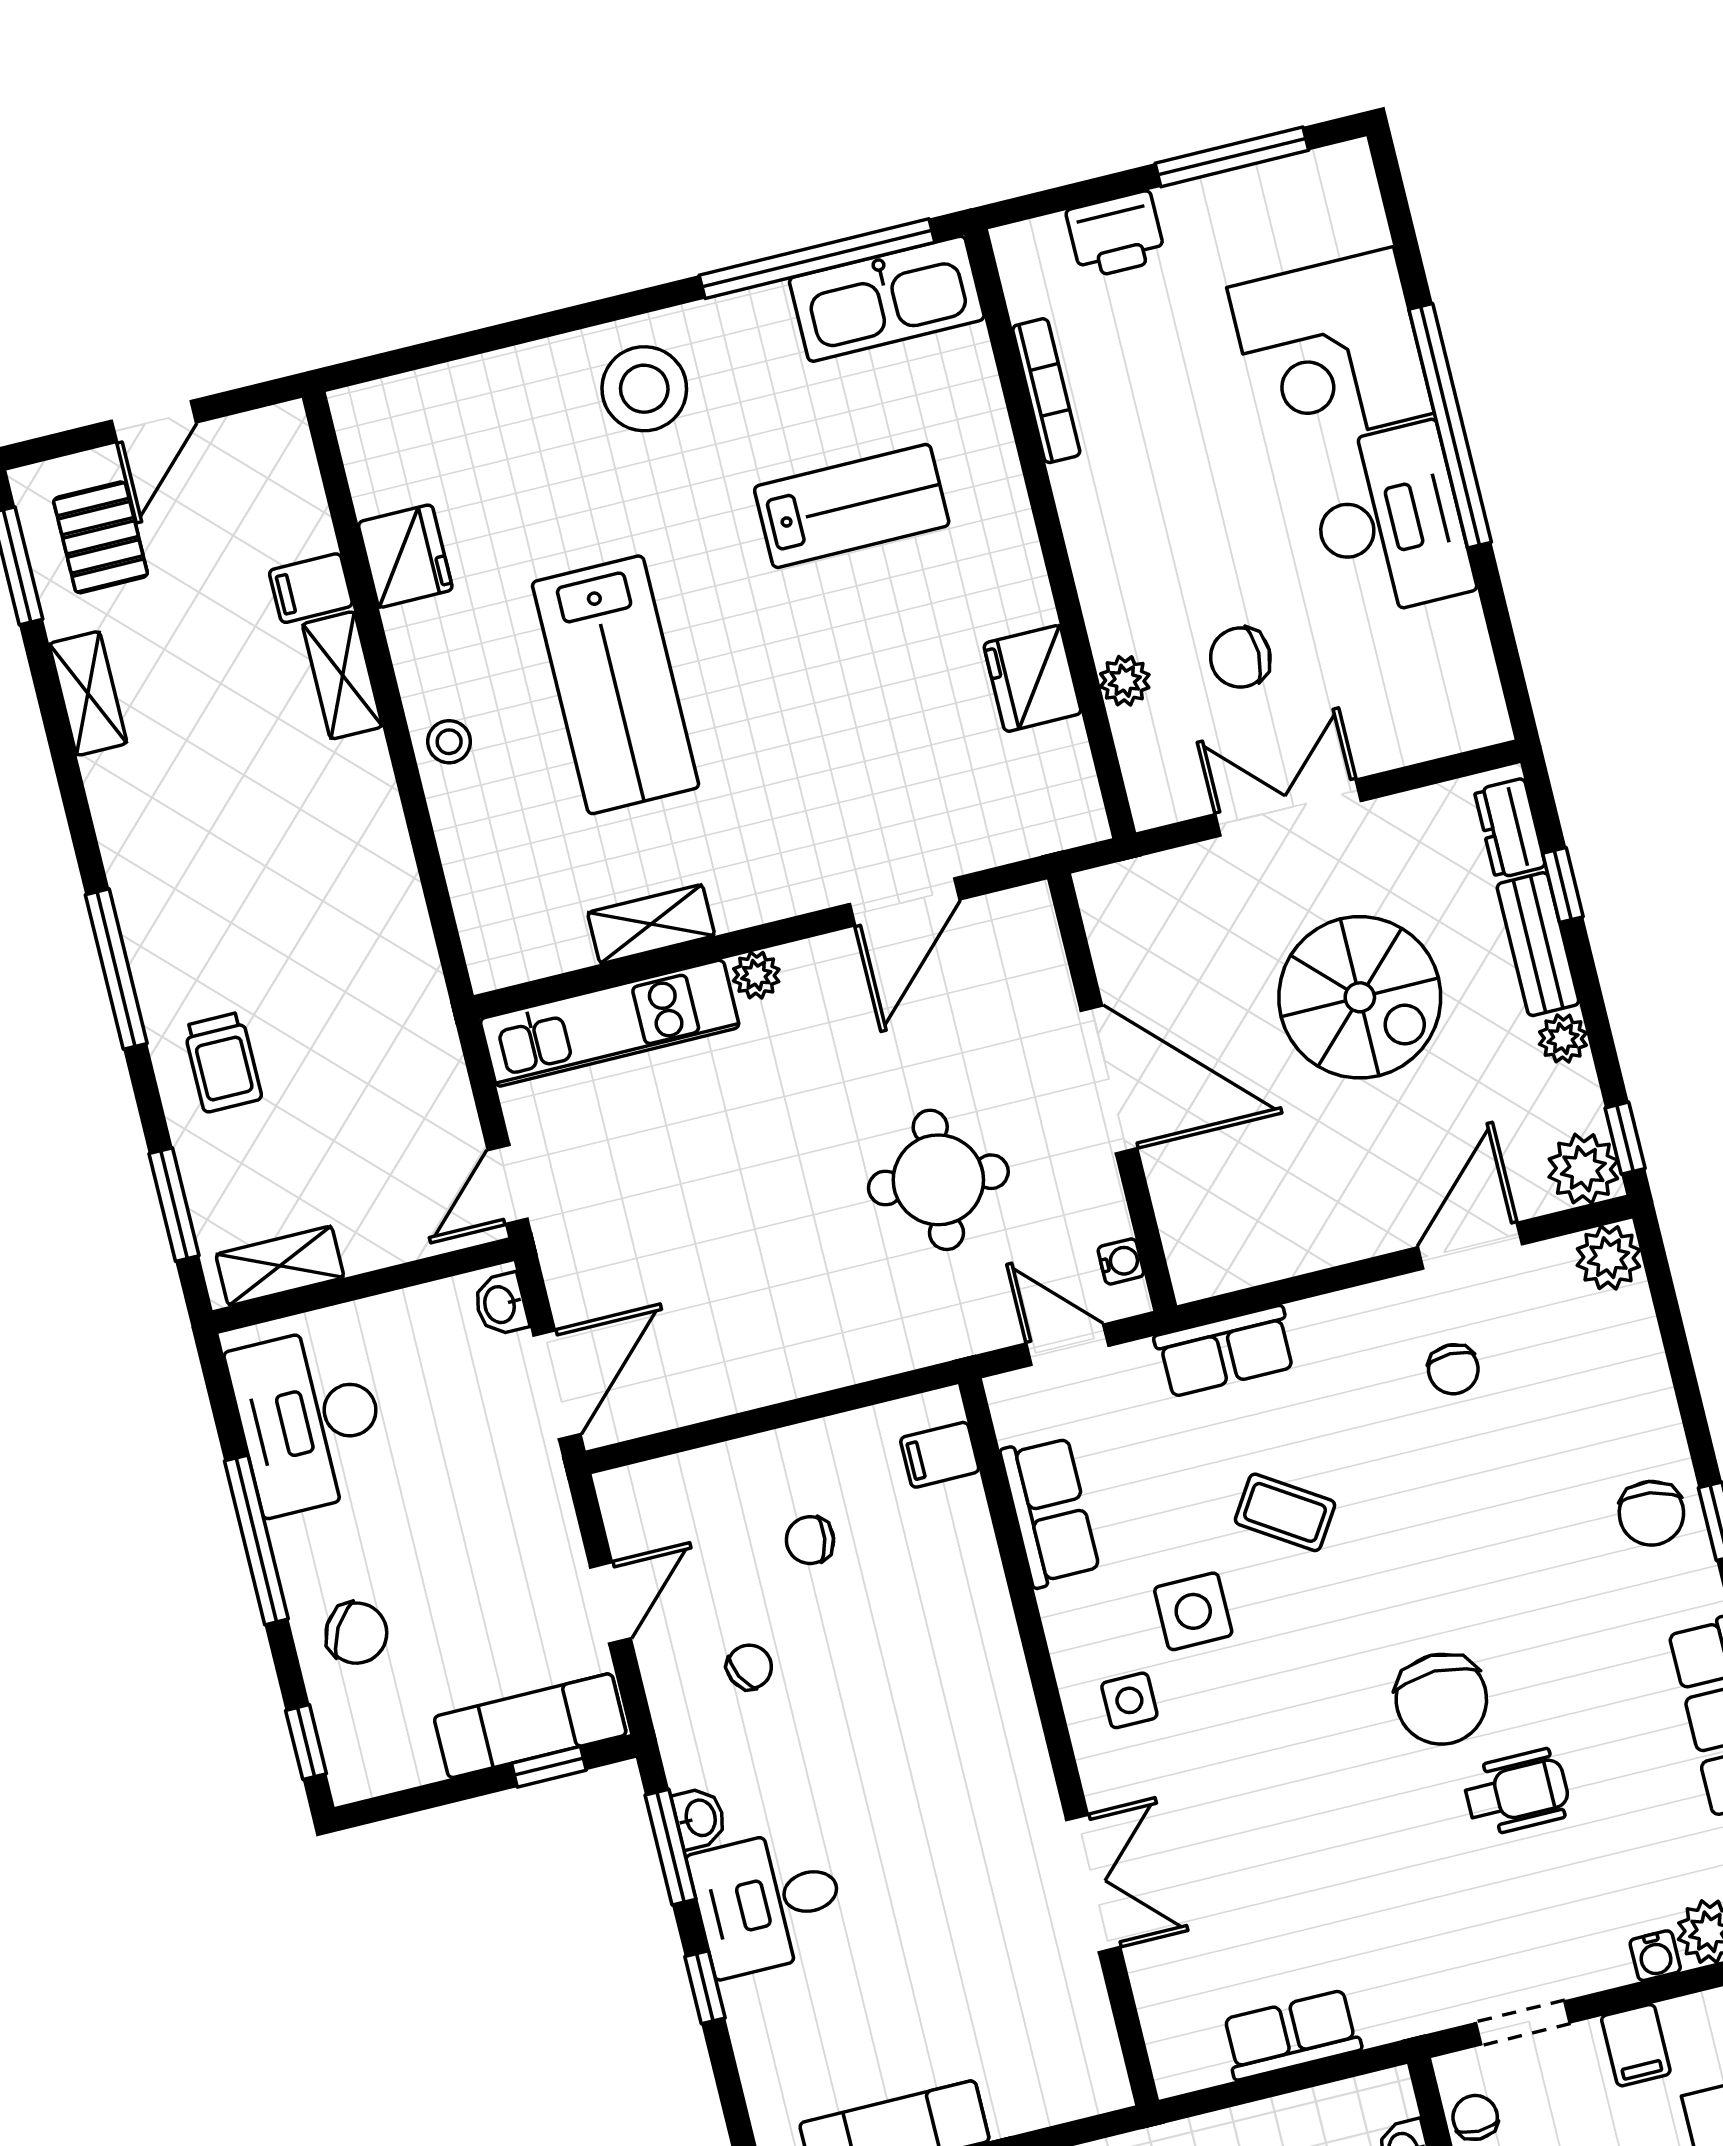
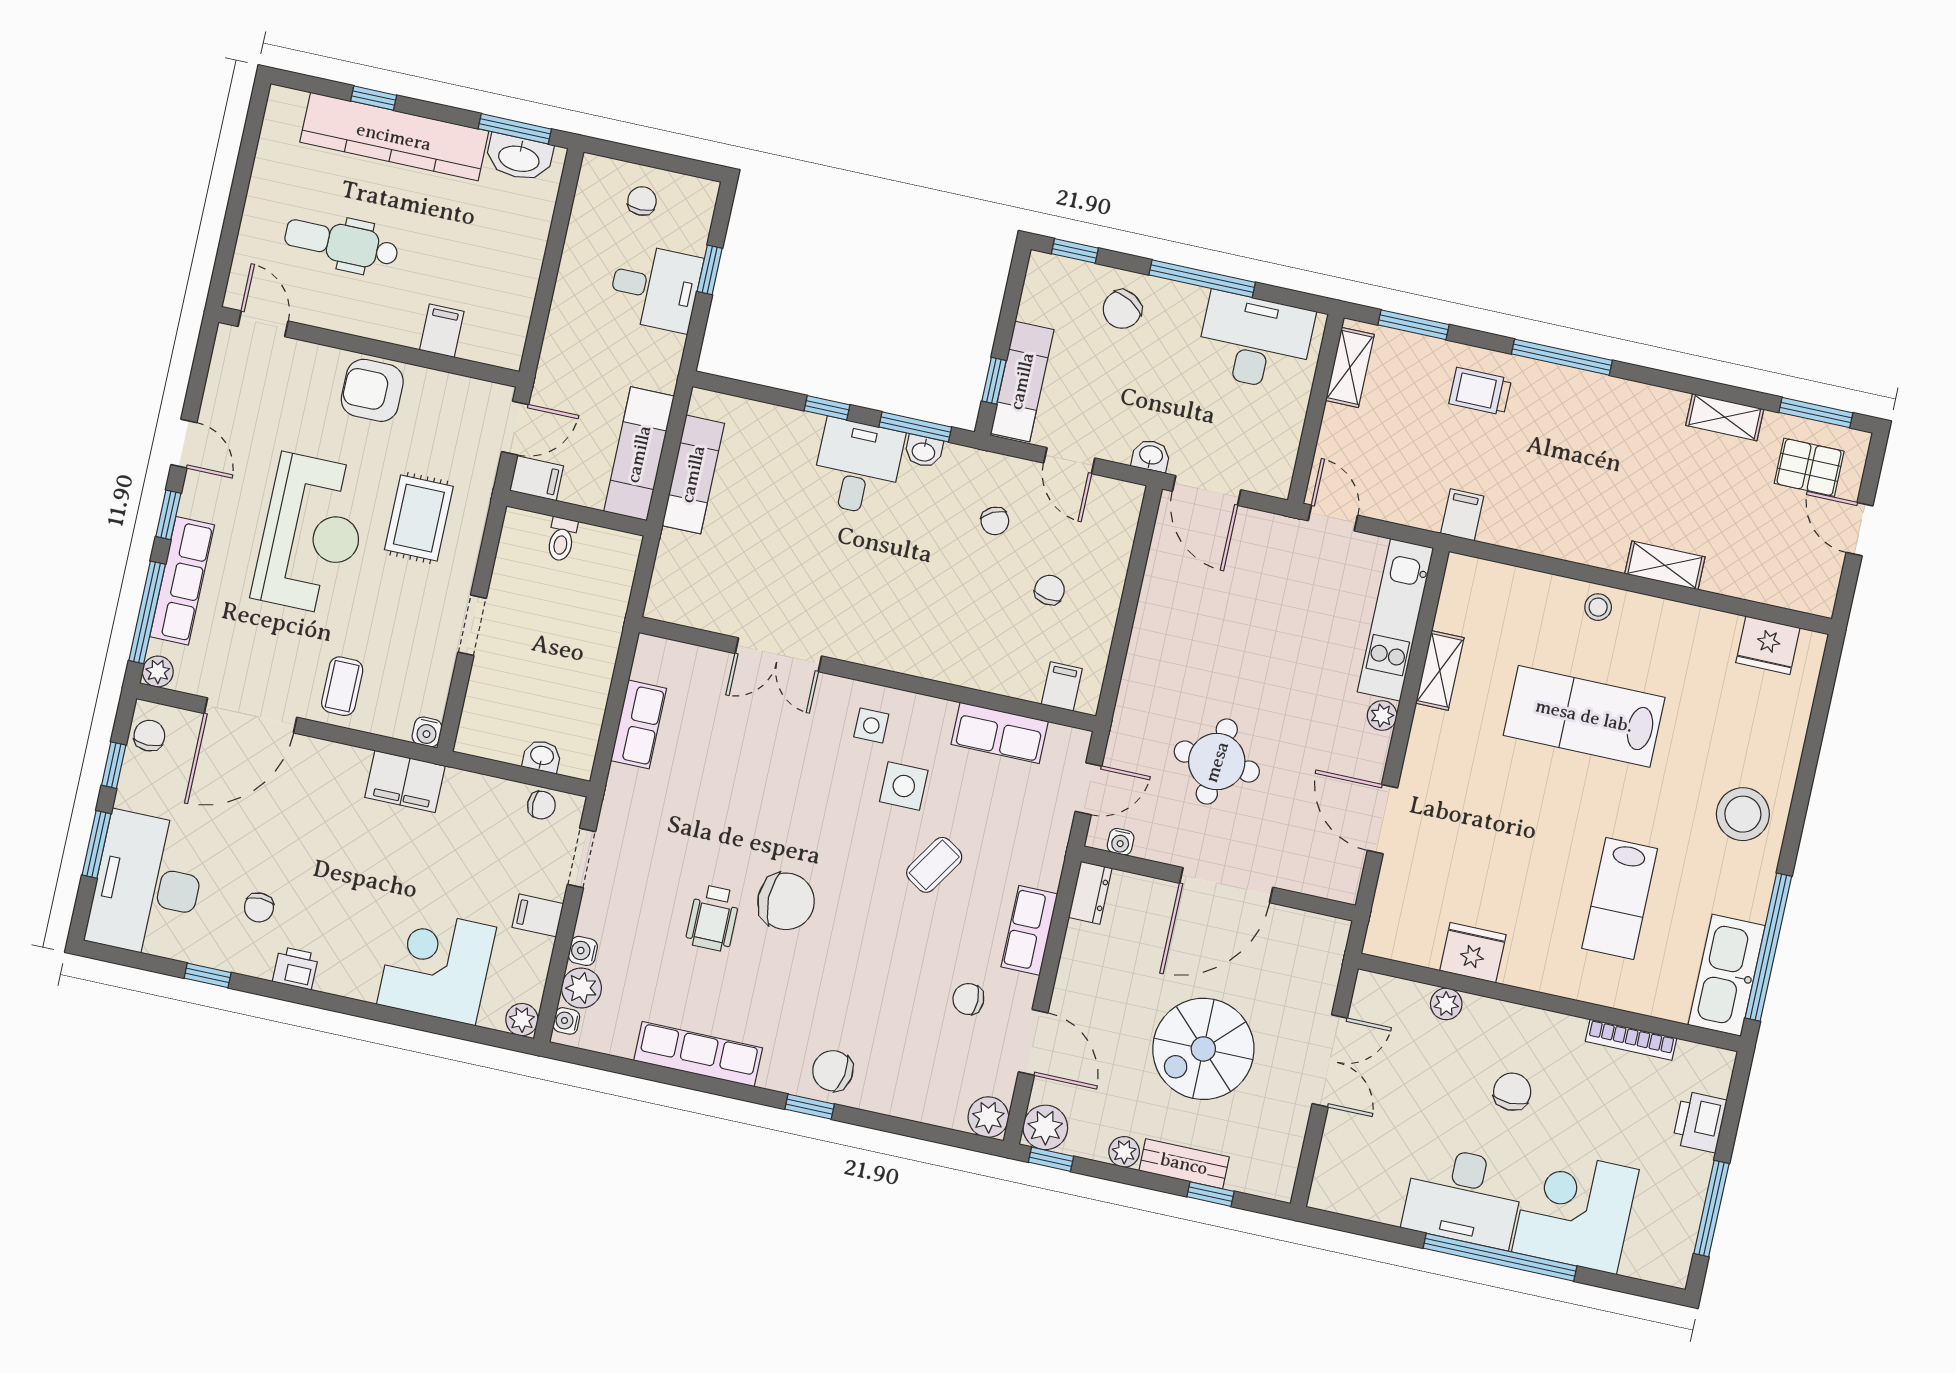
fridge: (405, 556) -> (1768, 645), moved
filing cabinet: (311, 588) -> (1462, 515), moved
chair: (1240, 658) -> (1512, 1092), moved
dresser: (1510, 828) -> (1090, 893), moved, turned 90
washbasin: (501, 1304) -> (1151, 456), moved
row of seats: (1225, 1351) -> (1029, 930), moved
chair: (1441, 1699) -> (786, 901), turned 180

